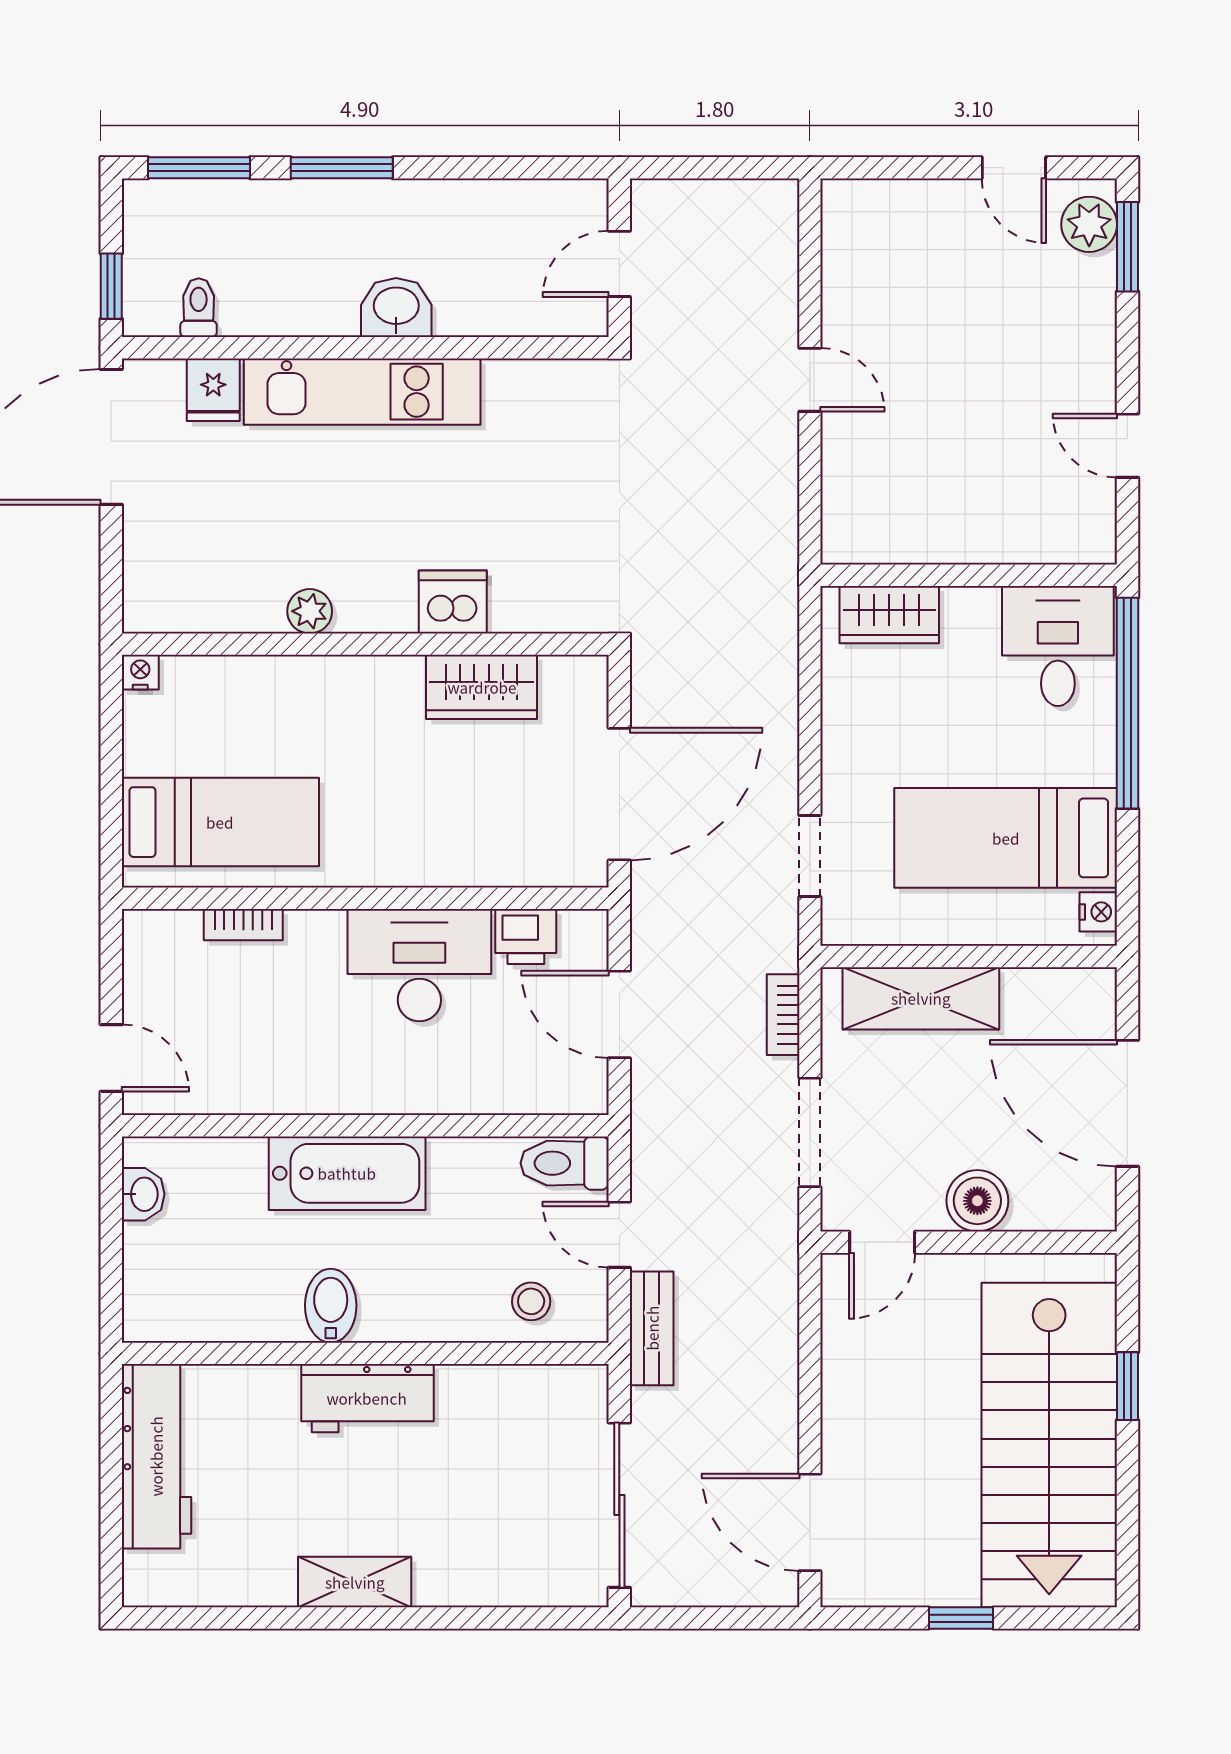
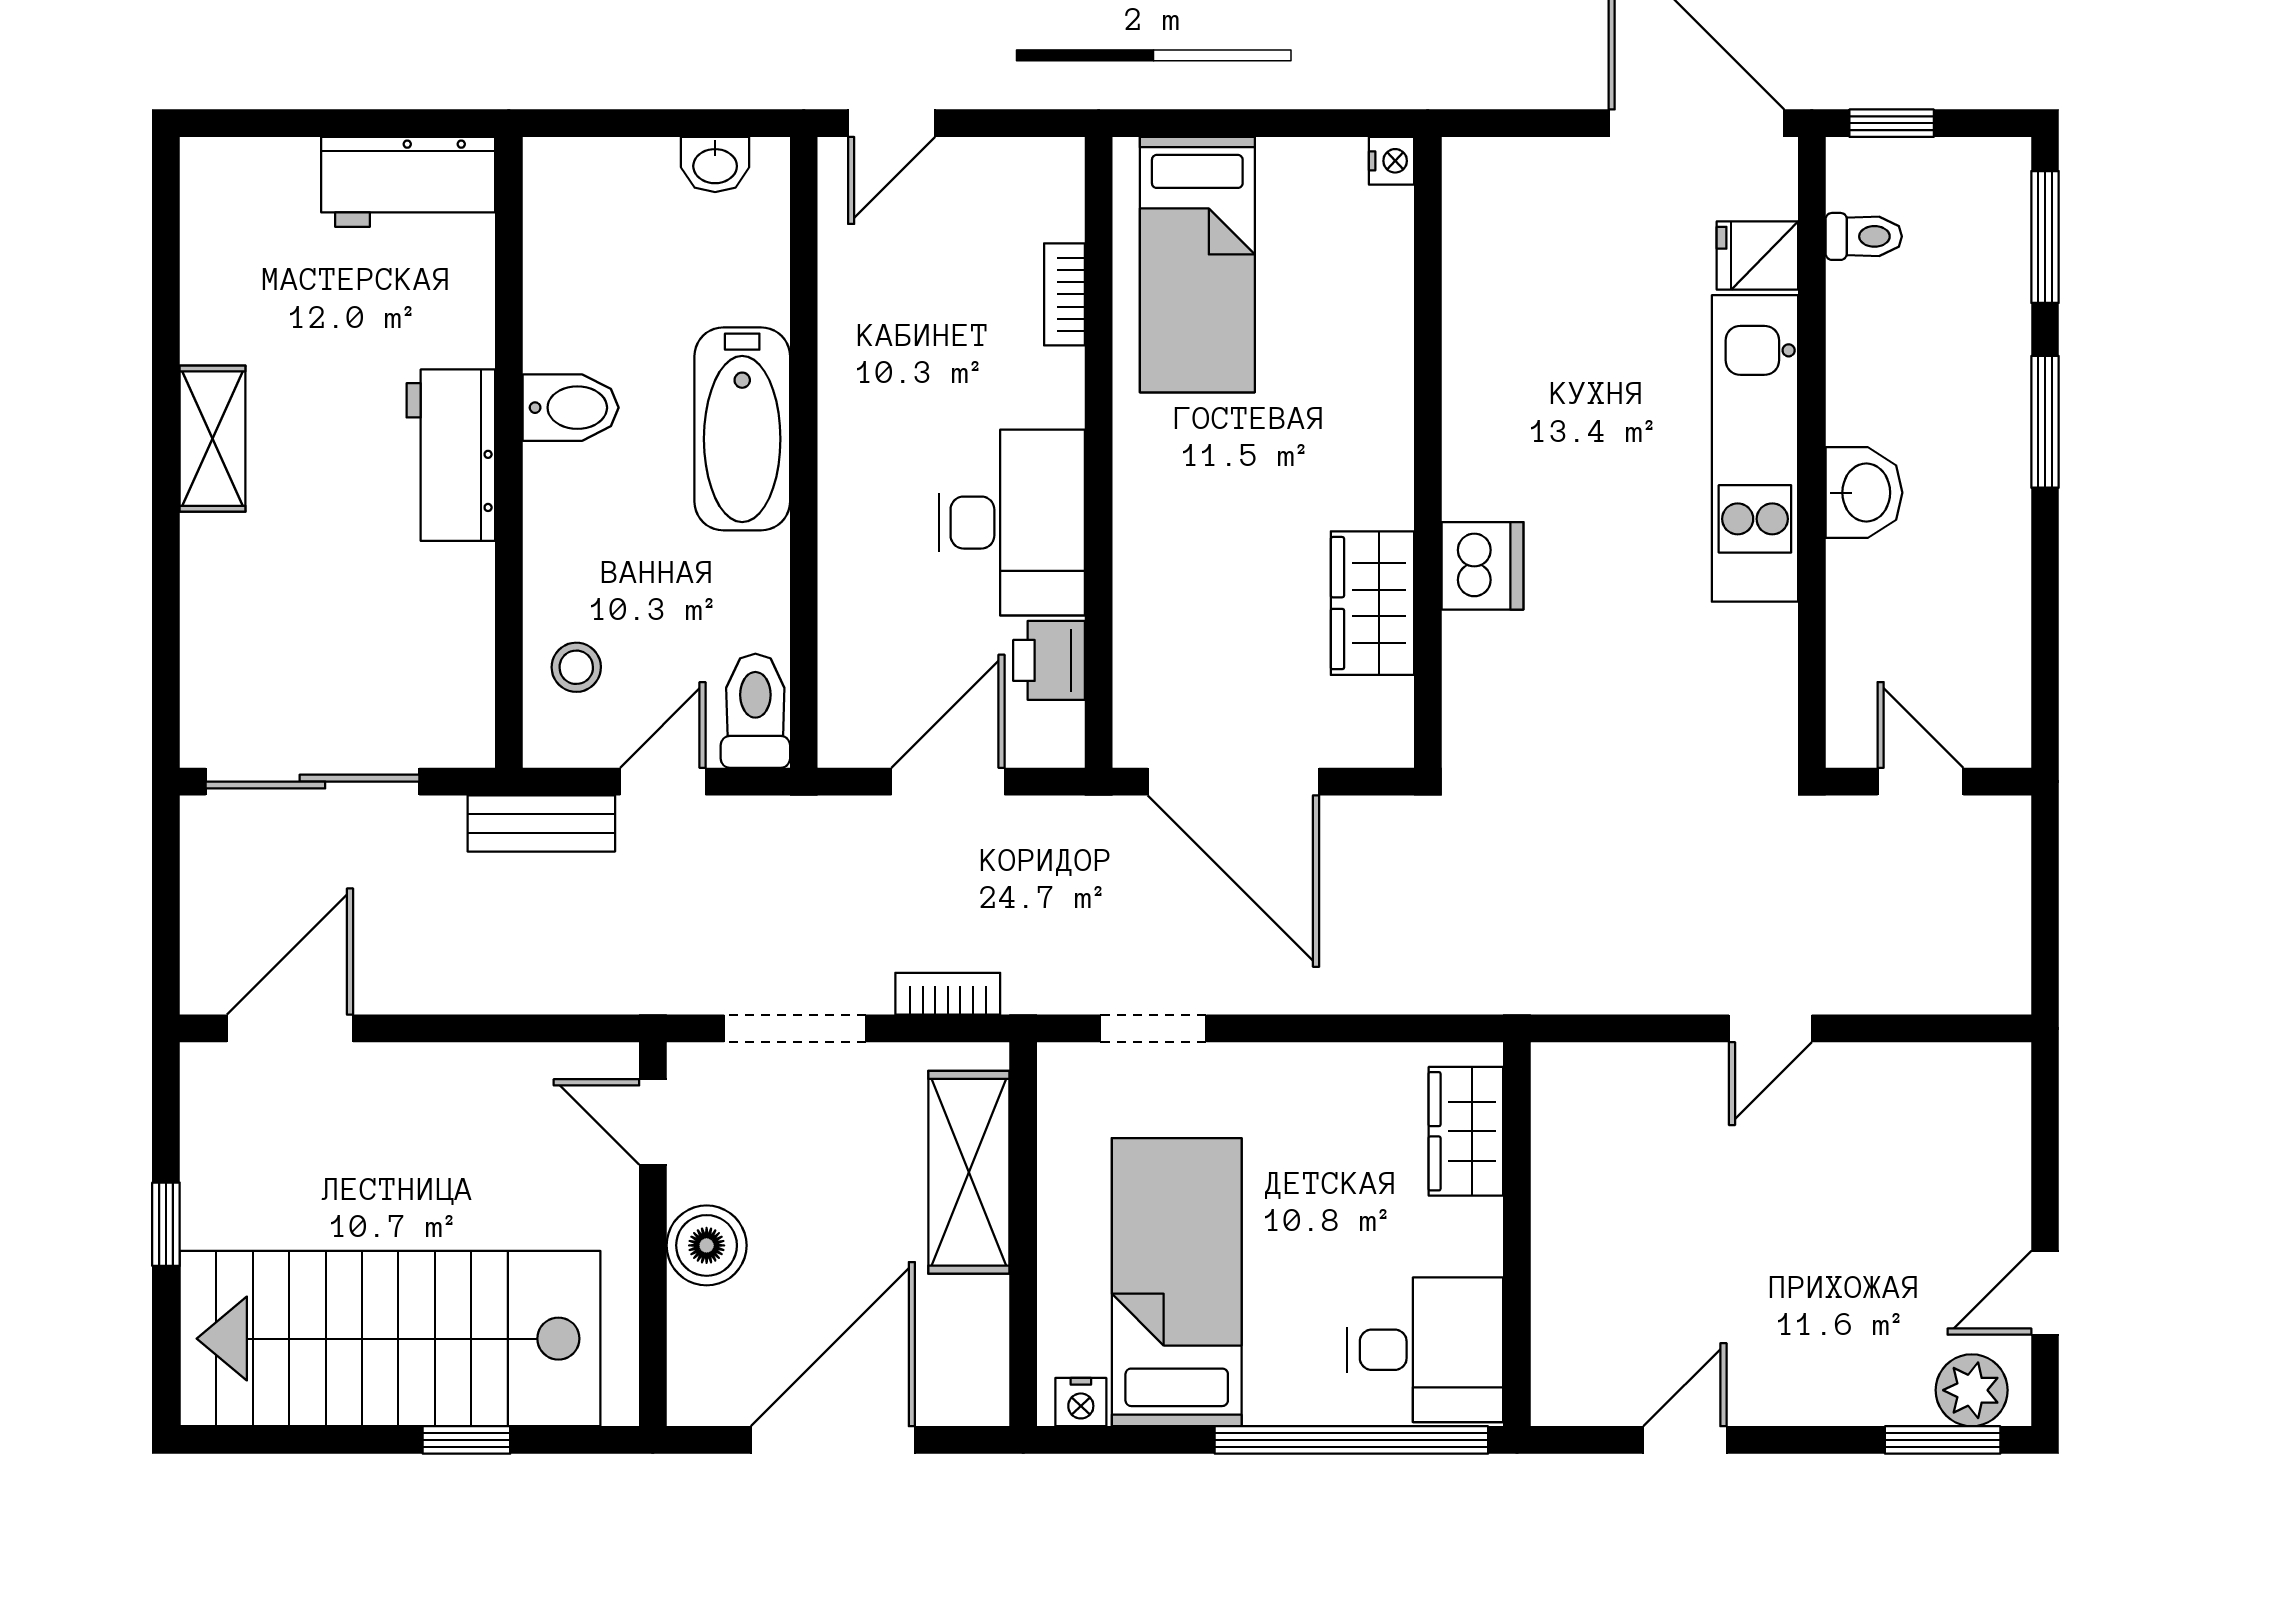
plant: (310, 611) -> (1470, 380), removed
workbench: (156, 1456) -> (408, 182), width x0.73

